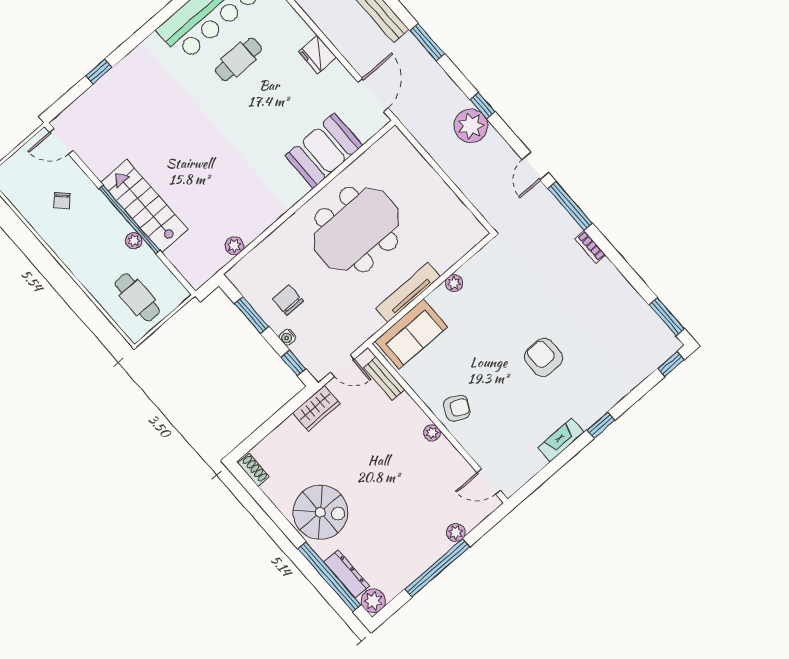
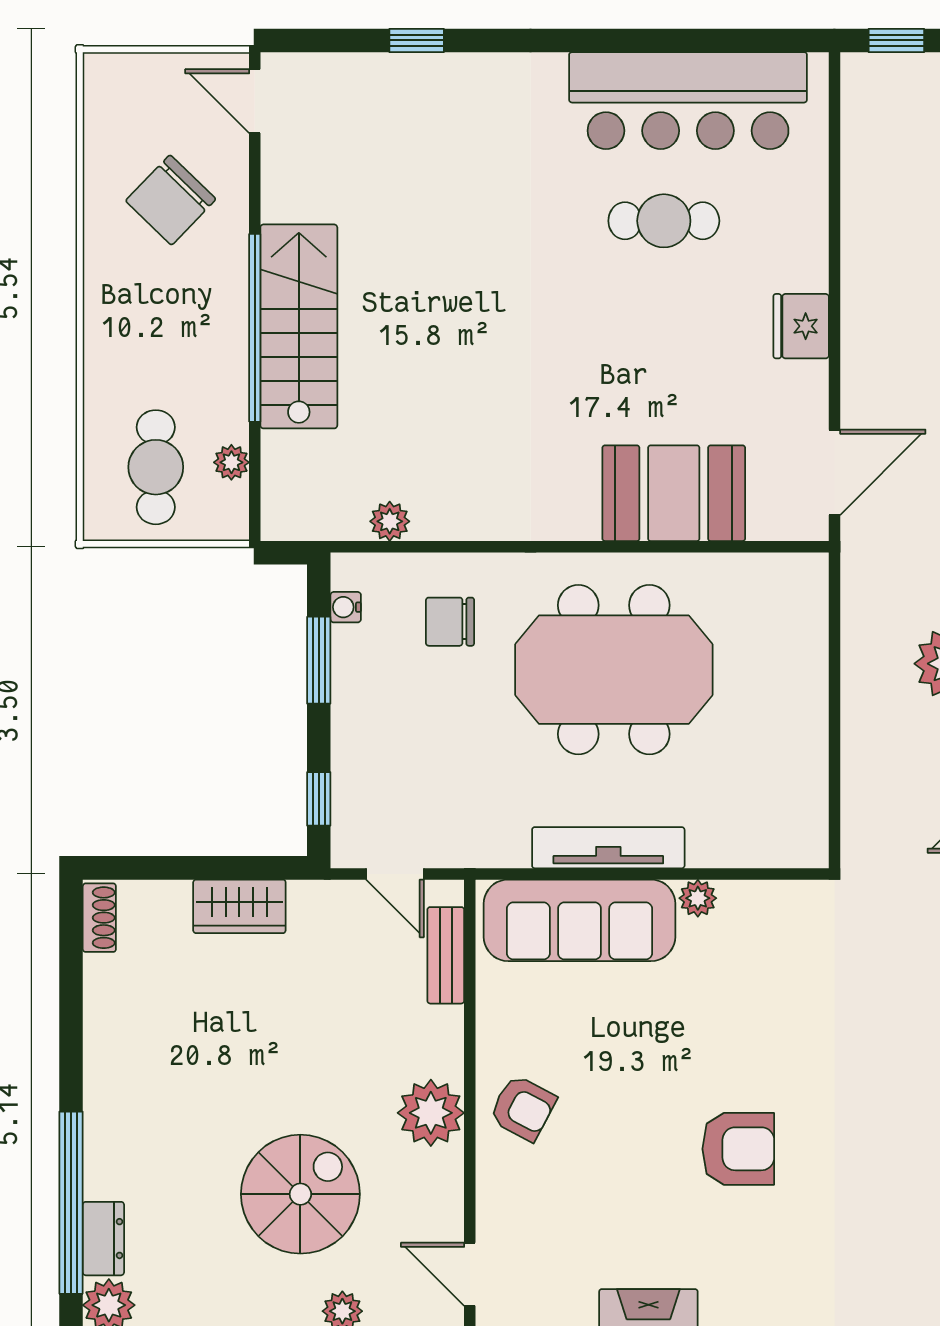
chair: (62, 201) -> (171, 200), width x1.87, depth x1.87
plant: (134, 241) -> (231, 462), moved
chair: (288, 300) -> (450, 622), moved, turned -90
sofa: (411, 334) -> (580, 920), width x1.36
water cooler: (287, 337) -> (346, 607), moved
armchair: (543, 357) -> (738, 1149), turned 90
wardrobe: (316, 408) -> (239, 906), moved
plant: (432, 433) -> (431, 1113), width x1.88, depth x1.88
spiral stairs: (320, 512) -> (300, 1194), moved, turned -90
dresser: (347, 574) -> (103, 1239), width x0.70

